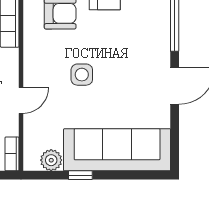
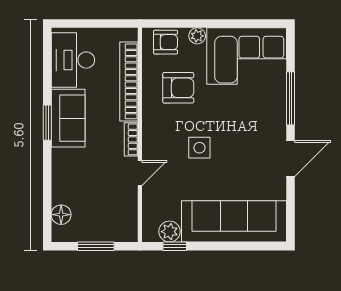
bookcase: (12, 154) -> (131, 139), moved
window: (80, 175) -> (175, 246), moved

